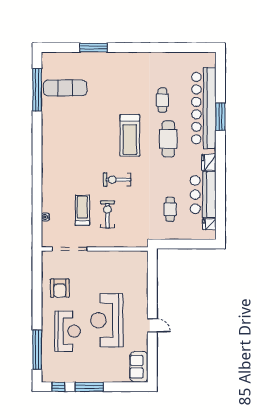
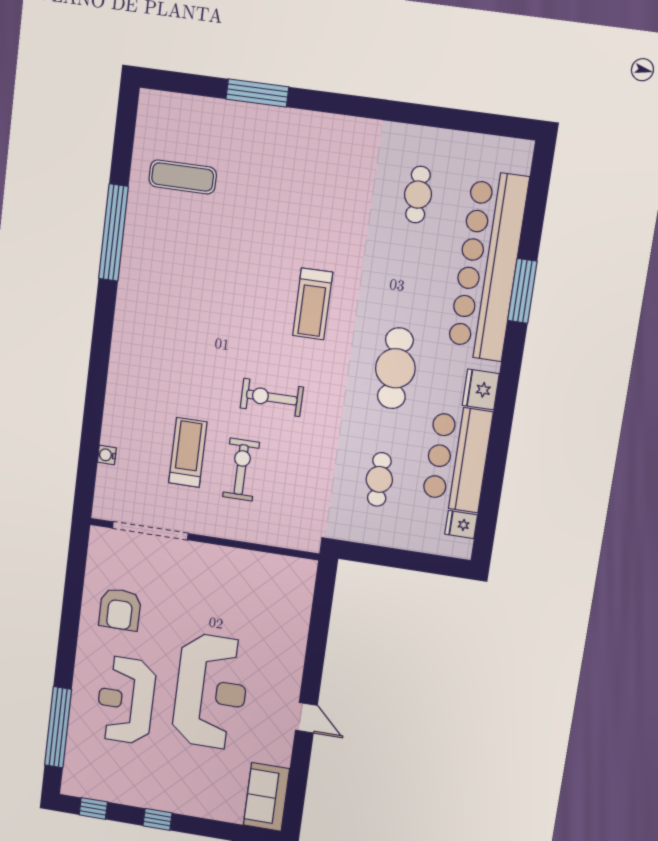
exercise mat: (65, 88) -> (183, 177), width x0.73, depth x0.69
window: (37, 90) -> (113, 233), moved
cafe table: (162, 100) -> (418, 195), moved
treadmill: (130, 135) -> (313, 304), width x0.73, depth x0.73
cafe table: (168, 139) -> (395, 368), moved
reception desk: (107, 320) -> (211, 692), turned 180
reception desk: (68, 331) -> (126, 700), turned 180
window: (89, 387) -> (157, 819), width x0.46

